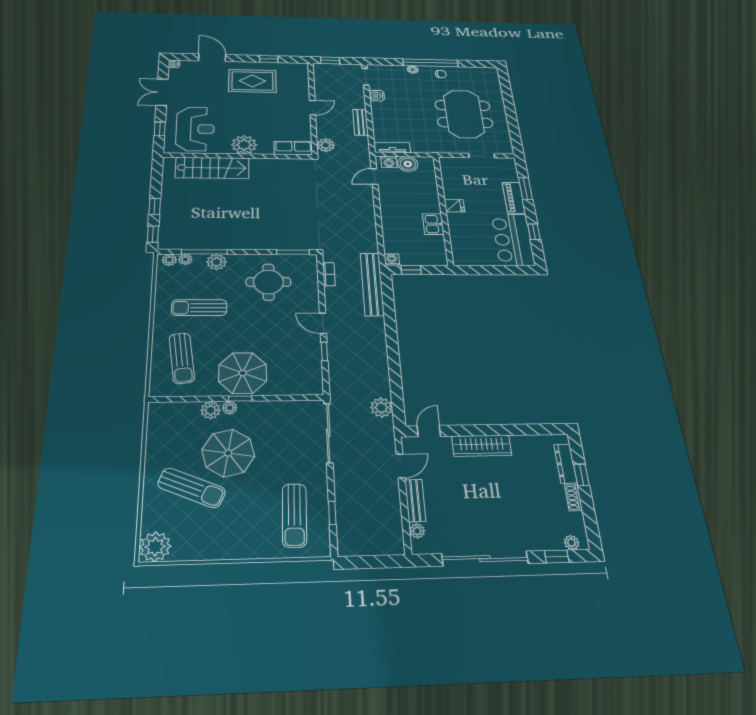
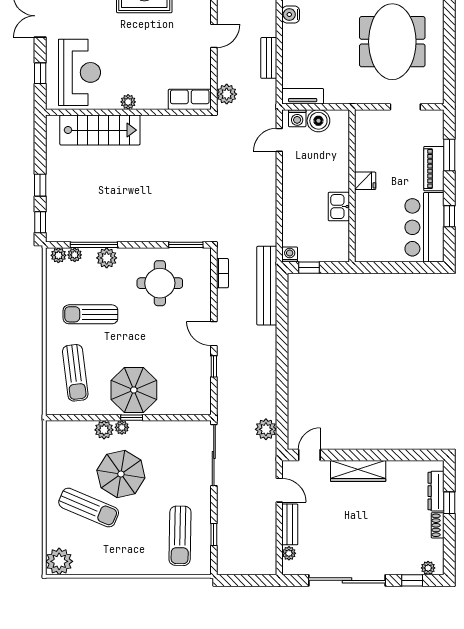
plant: (244, 145) -> (128, 102), width x0.53, depth x0.53
door: (401, 466) -> (279, 490), hinge flipped

